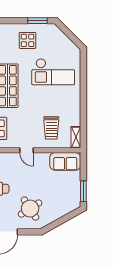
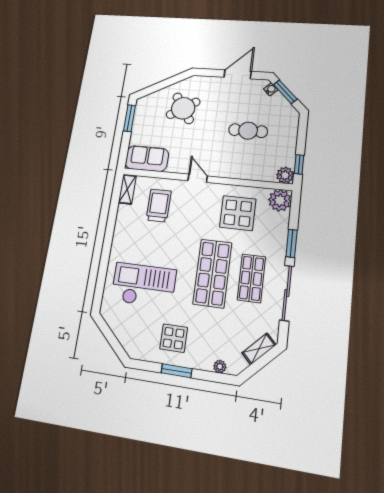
window: (38, 21) -> (176, 371), moved
round table: (30, 209) -> (183, 108), moved

